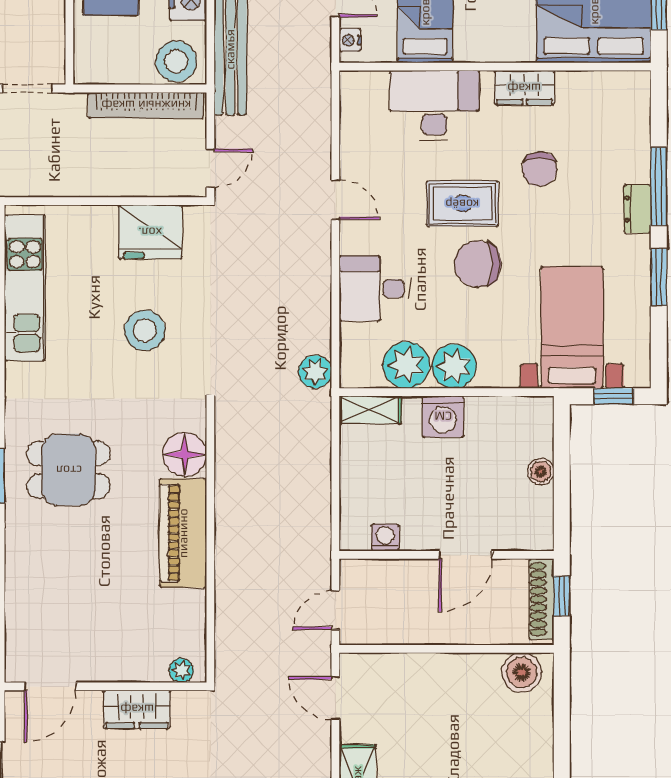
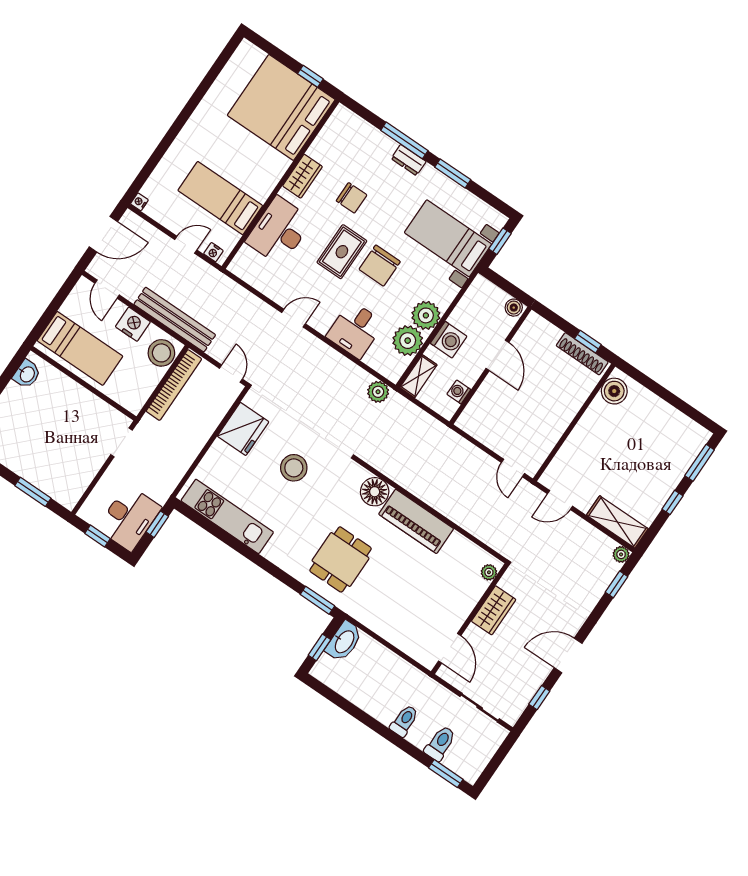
washing machine: (385, 538) -> (459, 392), moved
wall: (447, 555) -> (490, 365), moved
door: (465, 555) -> (497, 355), moved

